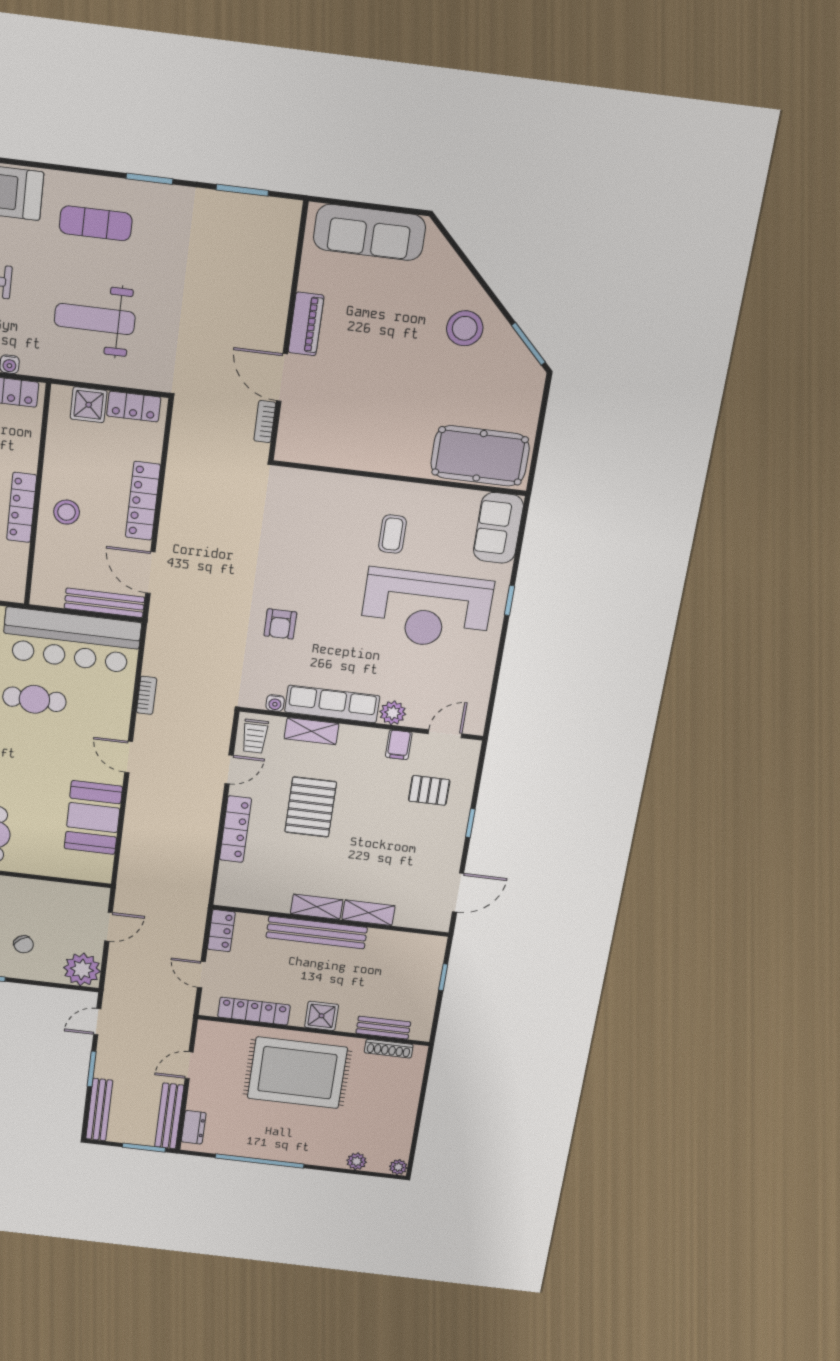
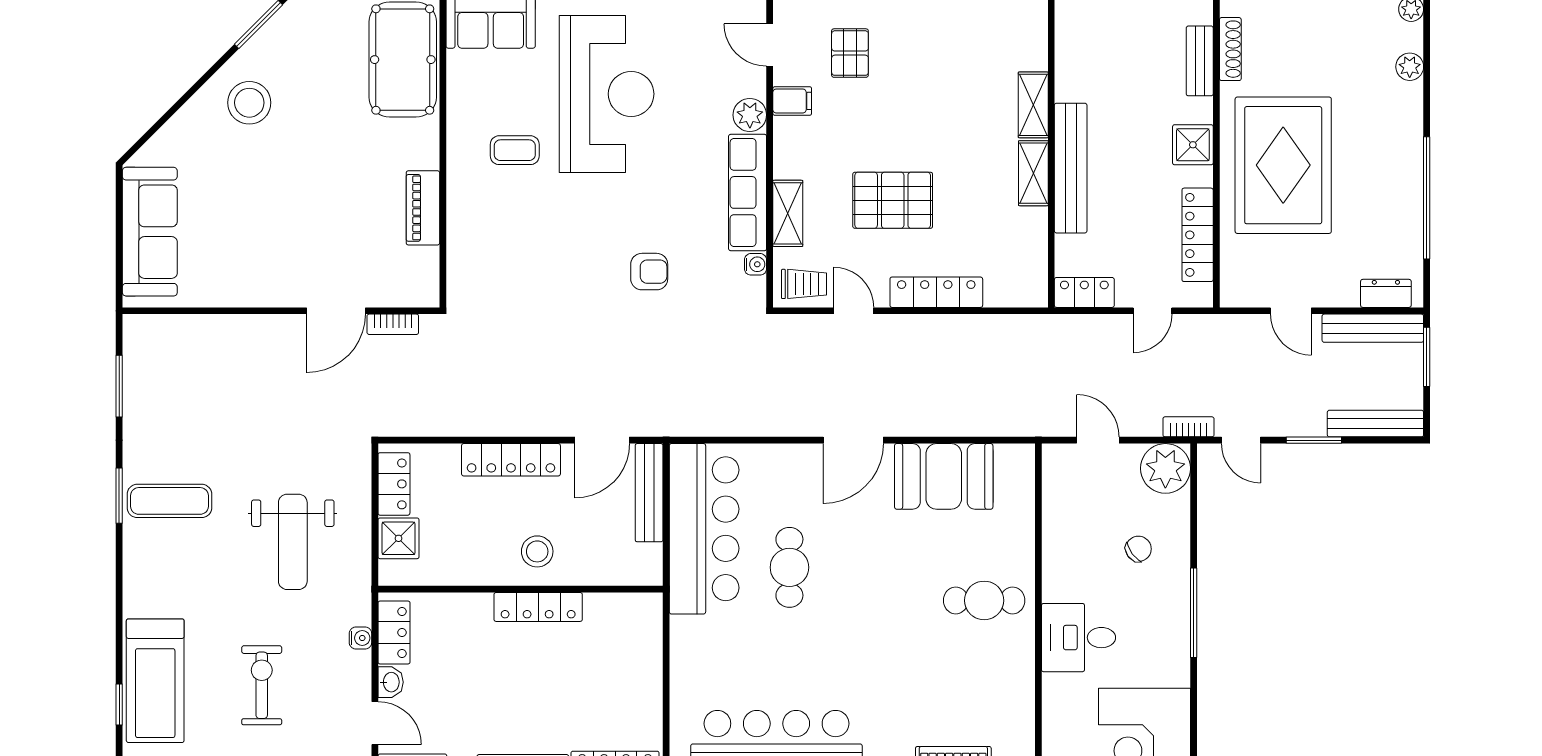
exercise mat: (96, 223) -> (169, 501), moved, turned 90
piano: (306, 324) -> (423, 208), moved, turned -90
bookcase: (147, 695) -> (1188, 427), moved
door: (129, 757) -> (853, 440), width x1.38

